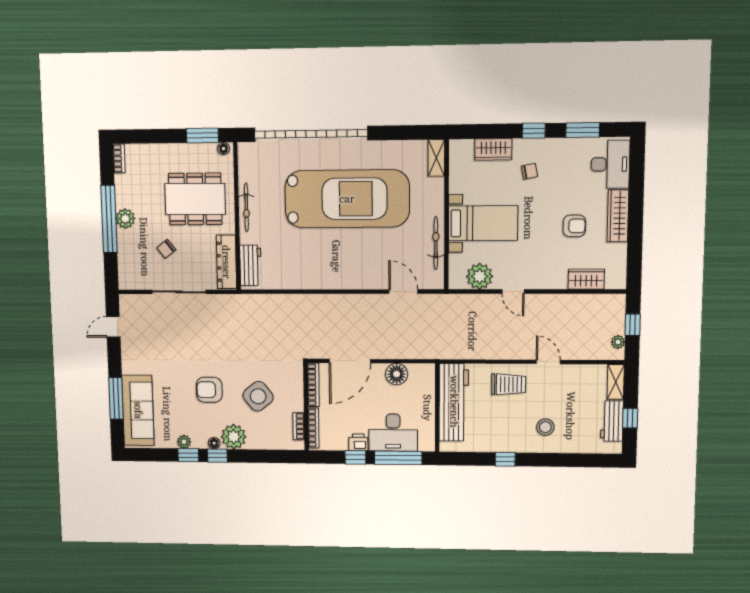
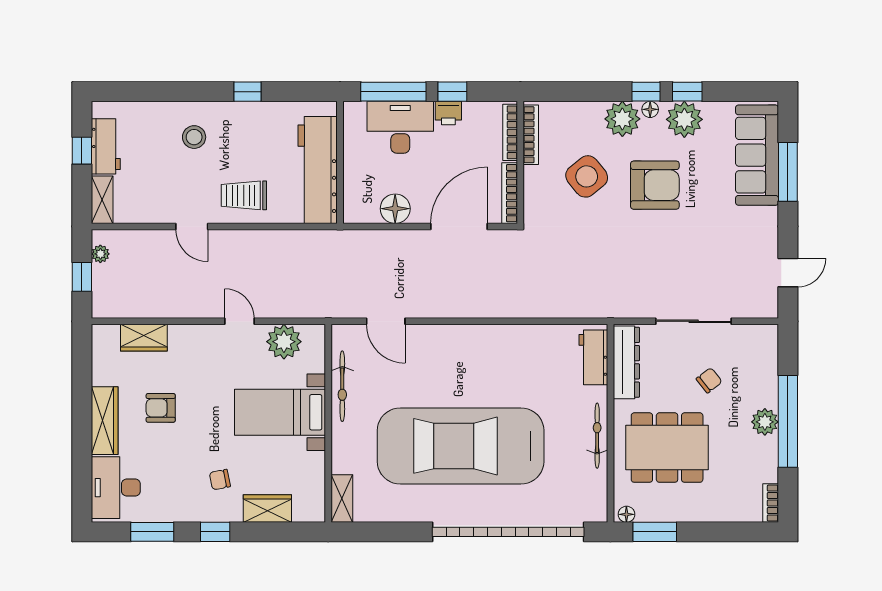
armchair: (209, 390) -> (655, 185), width x1.36, depth x1.36
bookcase: (299, 426) -> (531, 135), width x1.56
plant: (184, 442) -> (684, 119), width x1.88, depth x1.88

